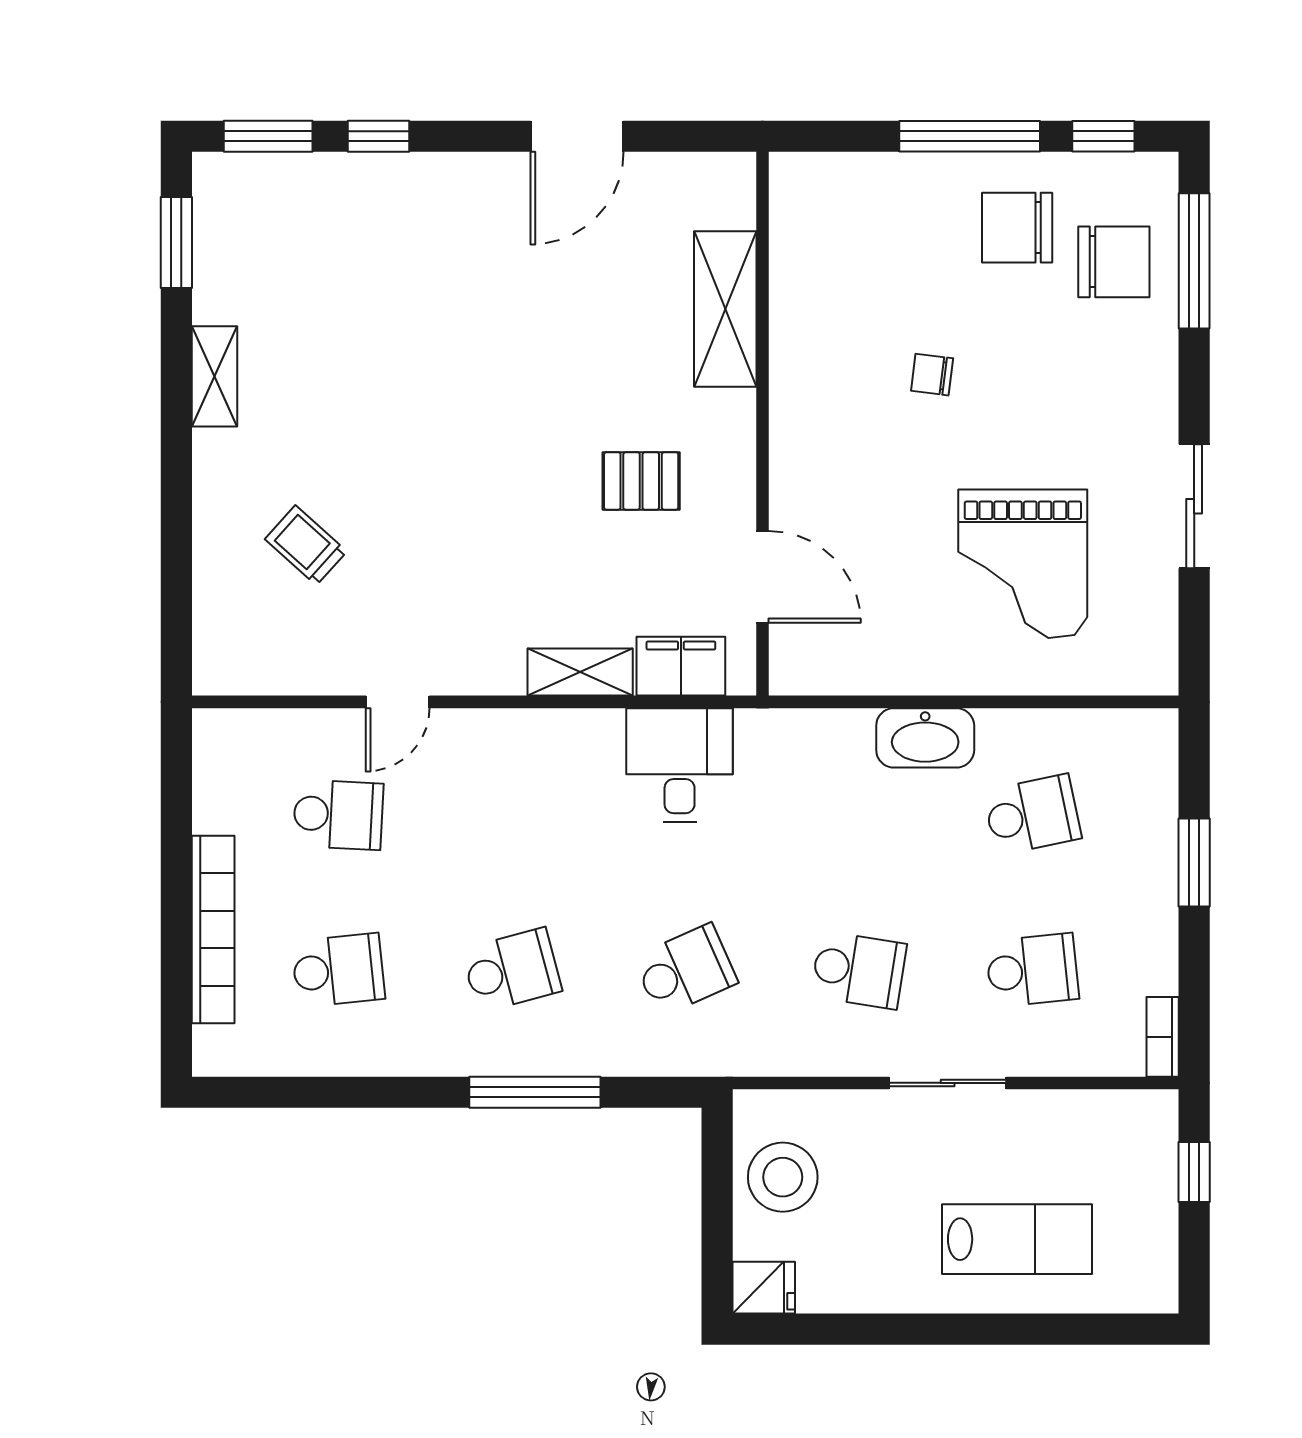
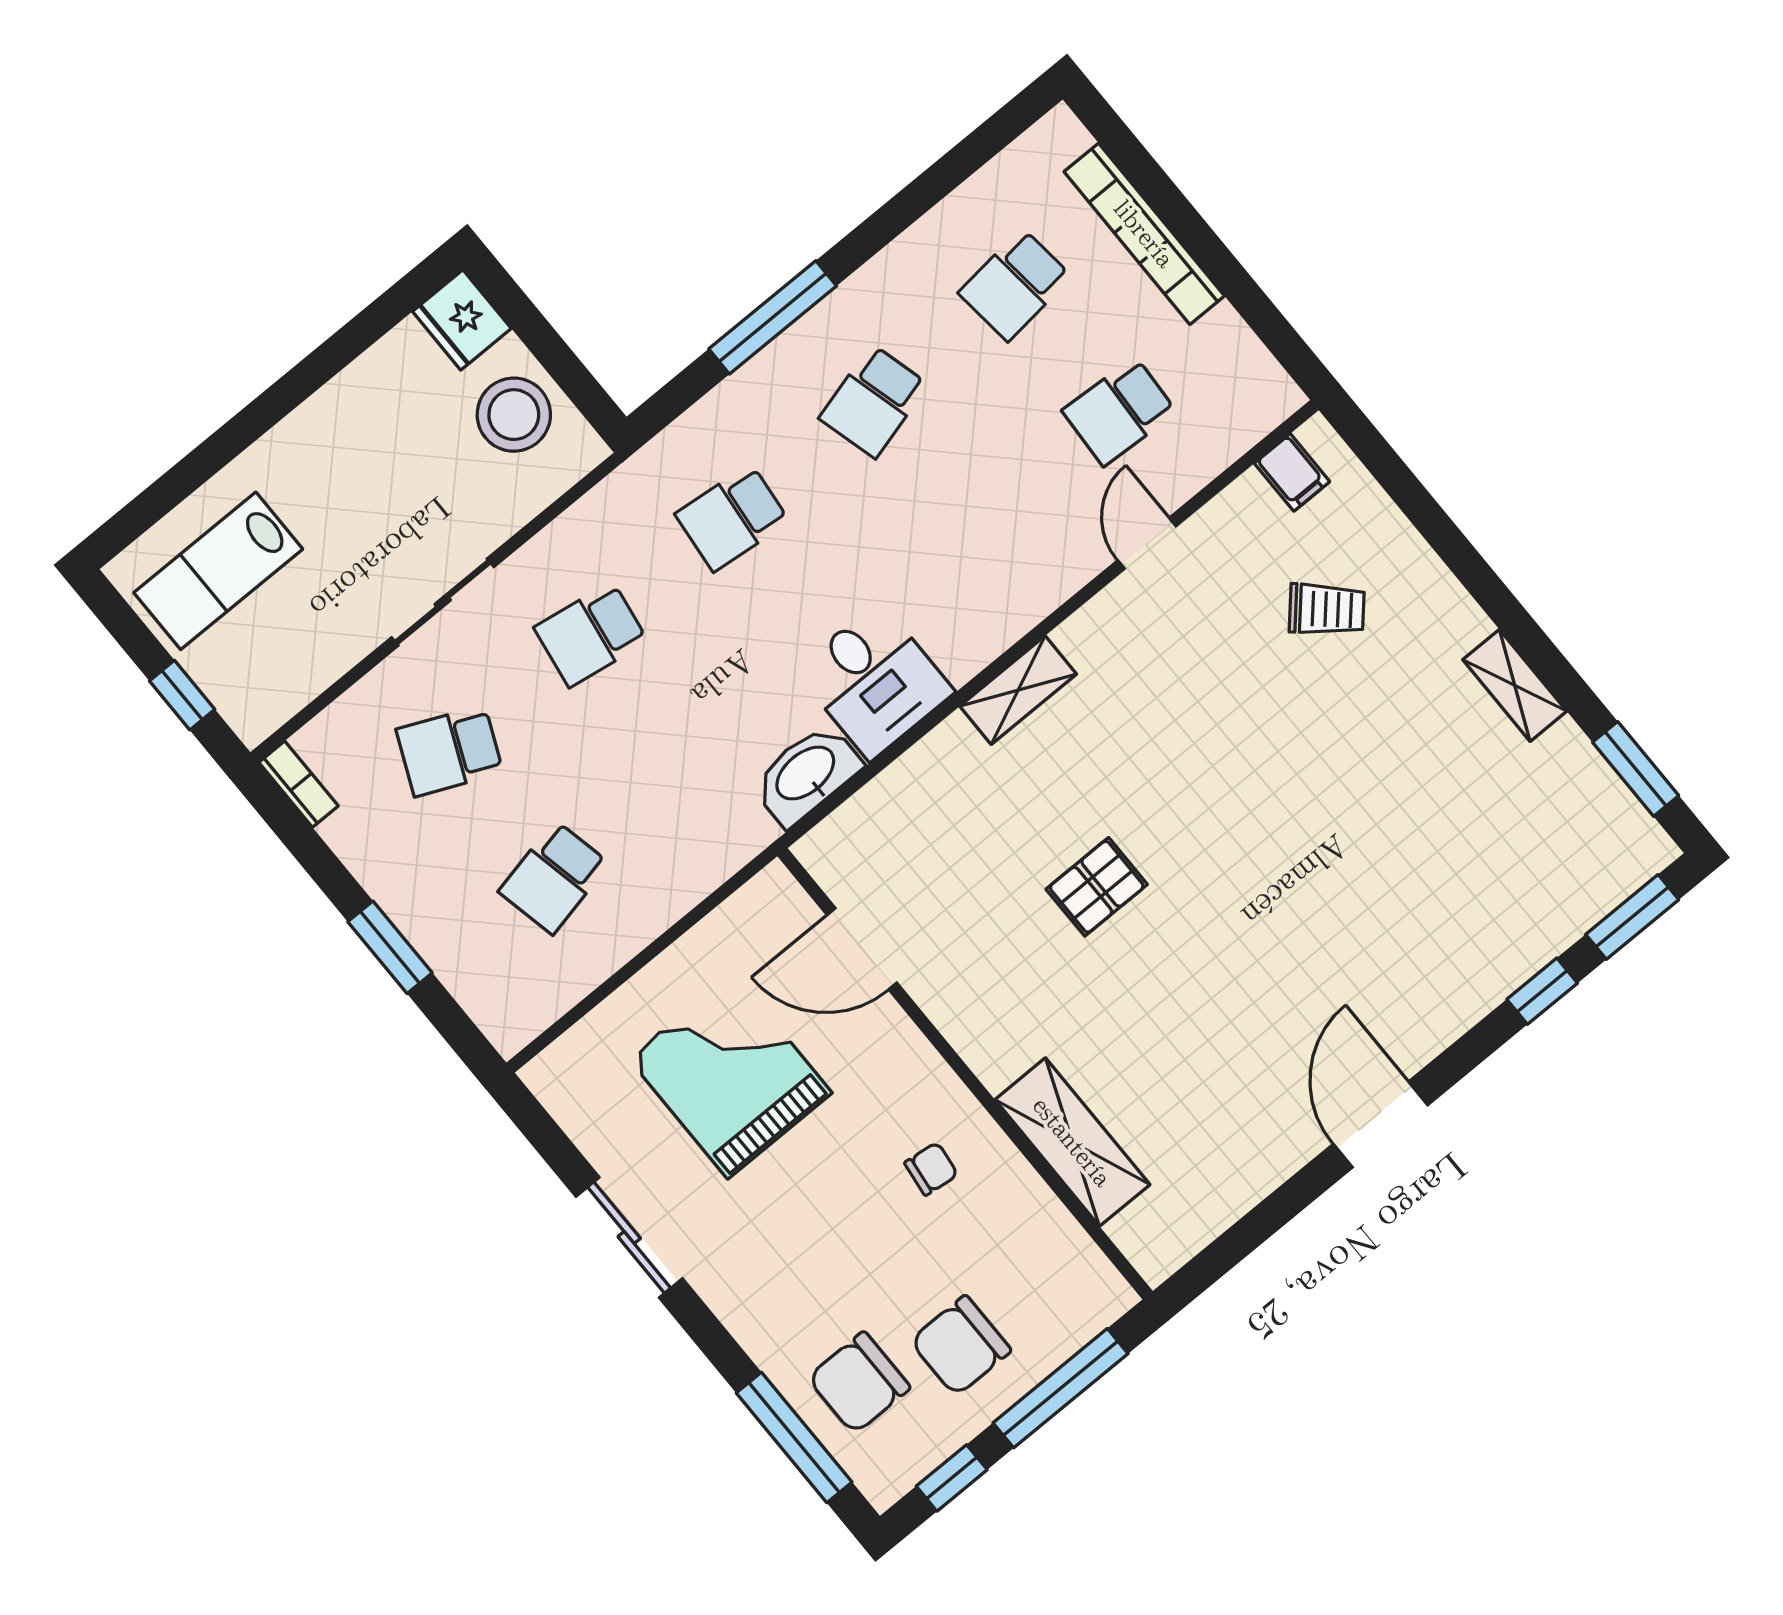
chair: (1017, 228) -> (961, 1346), turned 180
shelving: (725, 309) -> (1072, 1142), moved
wall: (762, 424) -> (965, 1074), moved
door: (762, 577) -> (862, 949), moved
filing cabinet: (681, 666) -> (1292, 472), moved, width x0.50
washbasin: (925, 738) -> (806, 774), moved
school desk: (685, 970) -> (732, 518), turned 30
school desk: (1032, 970) -> (450, 751), turned 30
lab bench: (1017, 1239) -> (218, 571), moved
fridge: (764, 1288) -> (462, 320), width x1.38

